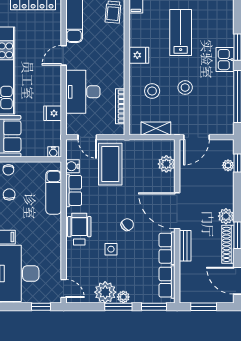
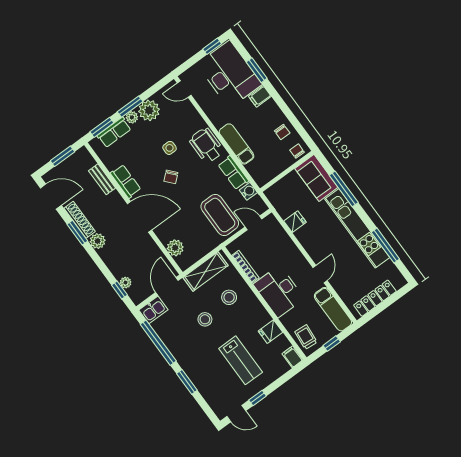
fridge: (139, 55) -> (270, 332), moved
kitchen sink: (225, 60) -> (153, 310), moved, turned 90
desk: (83, 92) -> (279, 291), moved, turned 180
shelving: (156, 128) -> (206, 272), width x1.50, depth x1.33
water cooler: (53, 152) -> (272, 192), removed
exam couch: (54, 192) -> (237, 144), moved
wheelchair: (79, 229) -> (206, 145), turned 180
bench: (185, 246) -> (102, 179), moved
row of seats: (167, 282) -> (114, 132), moved, turned 90
window: (41, 307) -> (212, 46), moved

